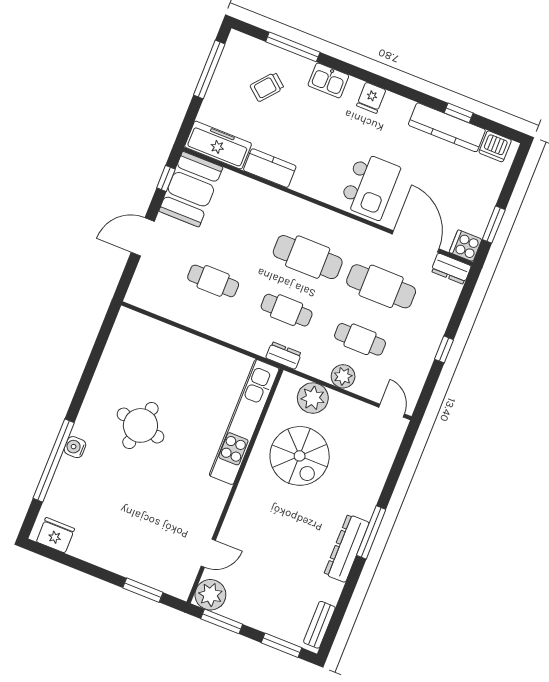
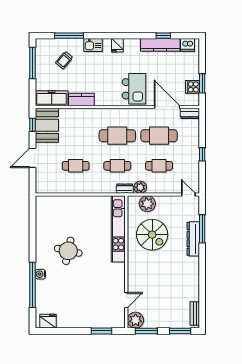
cooker: (466, 246) -> (192, 87), moved
plant: (343, 376) -> (140, 187), moved
window: (371, 532) -> (202, 229), moved
dresser: (347, 548) -> (193, 239), moved

